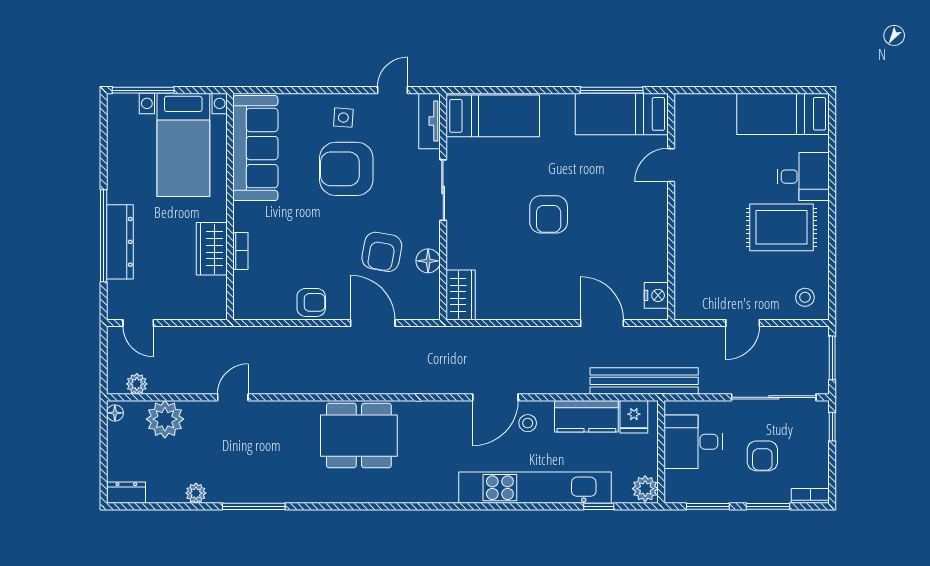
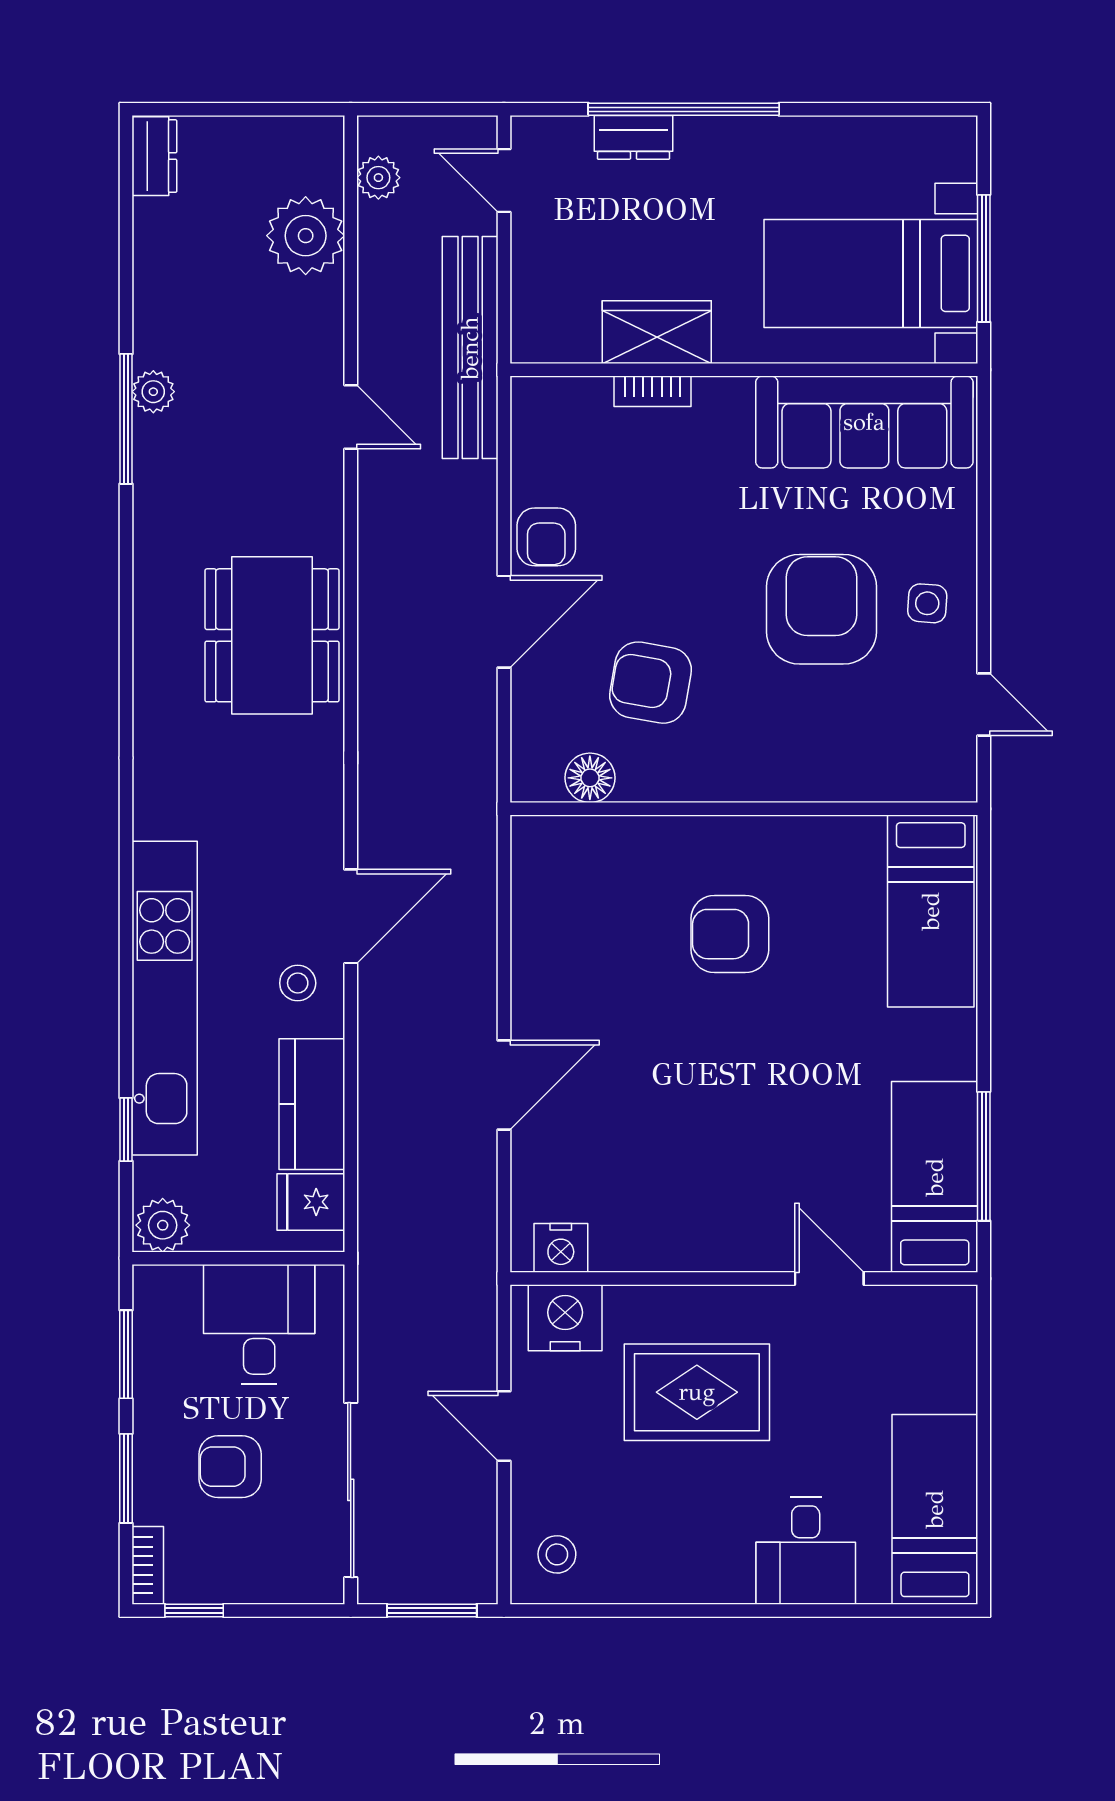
window: (143, 90) -> (984, 258), moved
tv unit: (429, 121) -> (920, 781), removed
sliding door: (443, 190) -> (778, 809), removed
armchair: (549, 214) -> (730, 934), moved
rug: (782, 227) -> (697, 1392), moved, turned 90
dresser: (120, 242) -> (633, 137), width x0.51, depth x0.80
floor lamp: (428, 261) -> (590, 778), moved
nightstand: (690, 293) -> (565, 1318), added
wardrobe: (461, 295) -> (562, 845), removed
door: (138, 323) -> (504, 181), hinge flipped
door: (373, 323) -> (504, 622), moved
door: (602, 323) -> (504, 1085), moved
bench: (644, 381) -> (470, 348), moved
door: (233, 397) -> (351, 417), moved
door: (495, 397) -> (351, 916), swing flipped
floor lamp: (115, 413) -> (318, 132), removed
window: (832, 427) -> (194, 1610), moved
plant: (196, 493) -> (153, 392), moved

